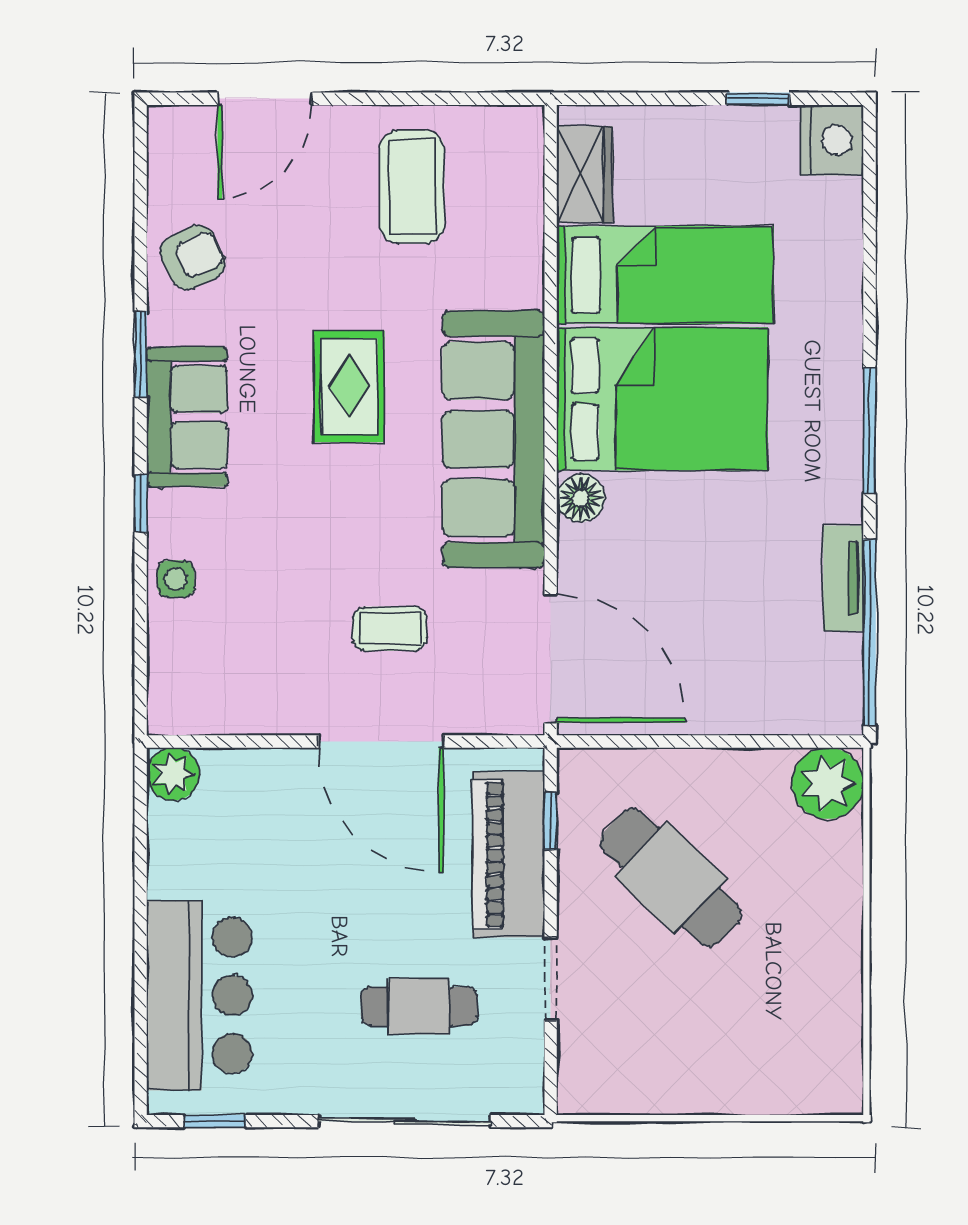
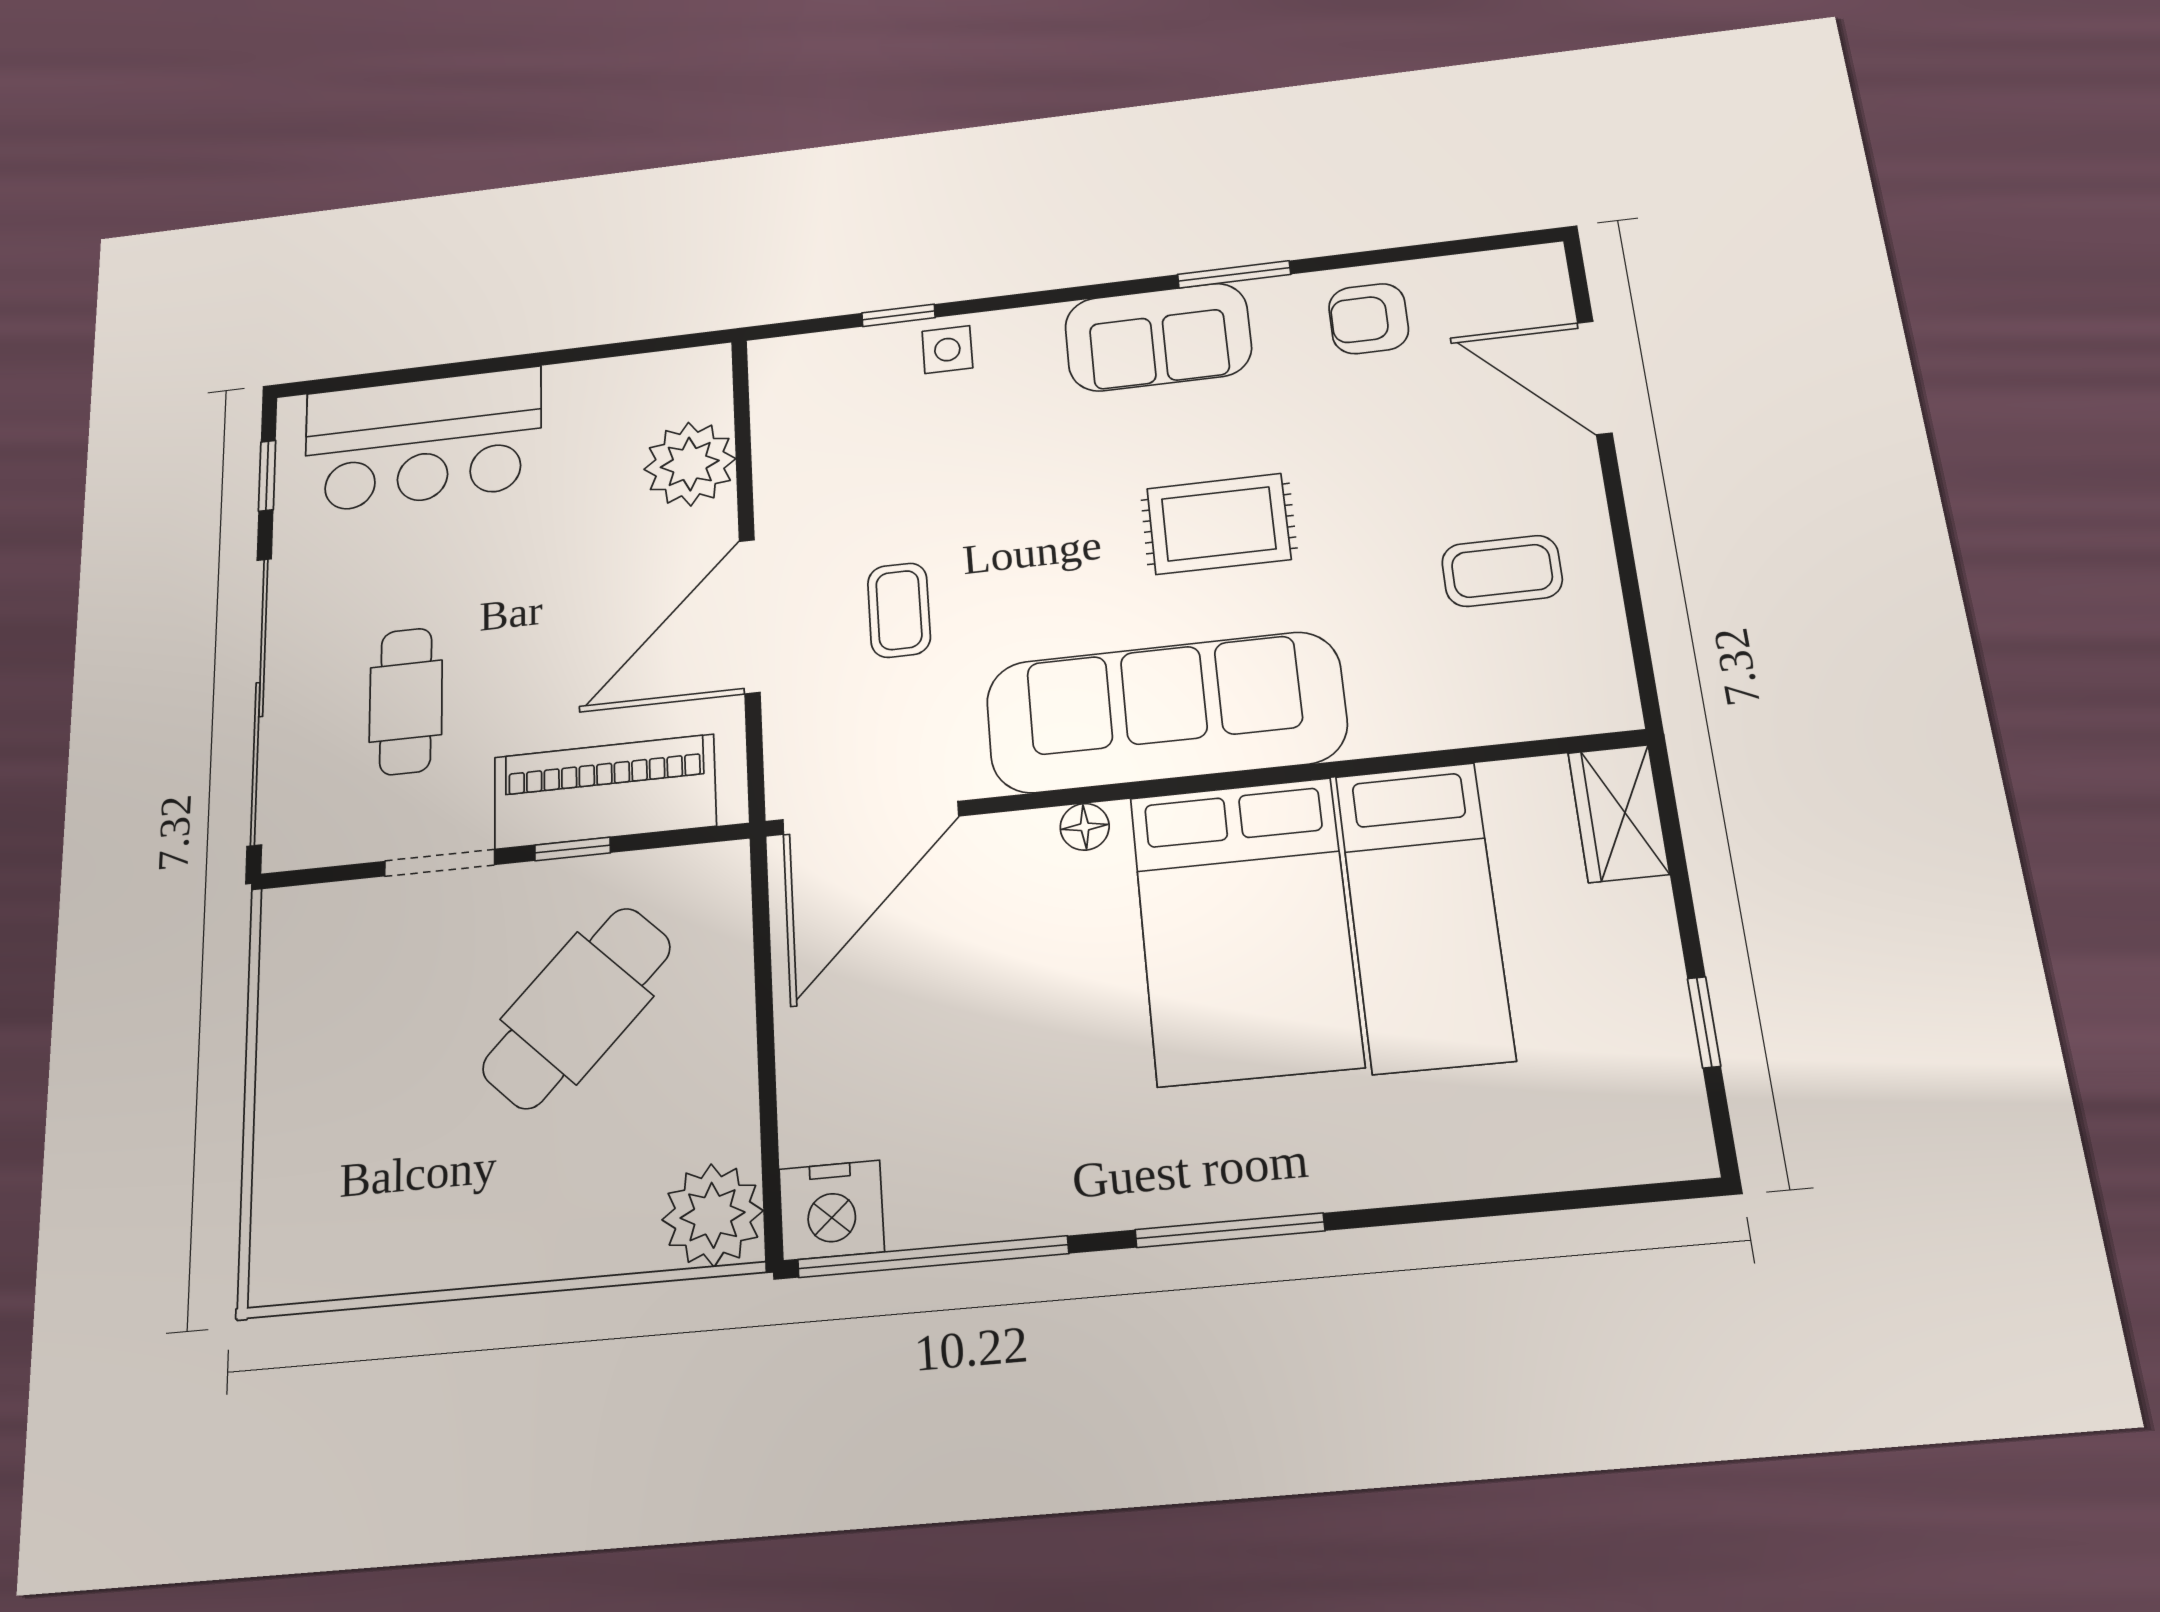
nightstand: (832, 140) -> (831, 1210), moved
wardrobe: (585, 174) -> (1618, 813), moved, turned 90
coffee table: (412, 187) -> (1502, 571), width x0.73, depth x0.77
armchair: (193, 257) -> (1369, 319), turned 115
floor lamp: (581, 498) -> (1085, 827), width x0.73, depth x0.73
window: (141, 503) -> (898, 315), moved
tv unit: (843, 578) -> (1009, 1211), removed
plant: (173, 774) -> (690, 464), moved, width x1.36, depth x1.36
window: (551, 821) -> (573, 849), moved
sliding door: (405, 1121) -> (259, 700), width x1.36

